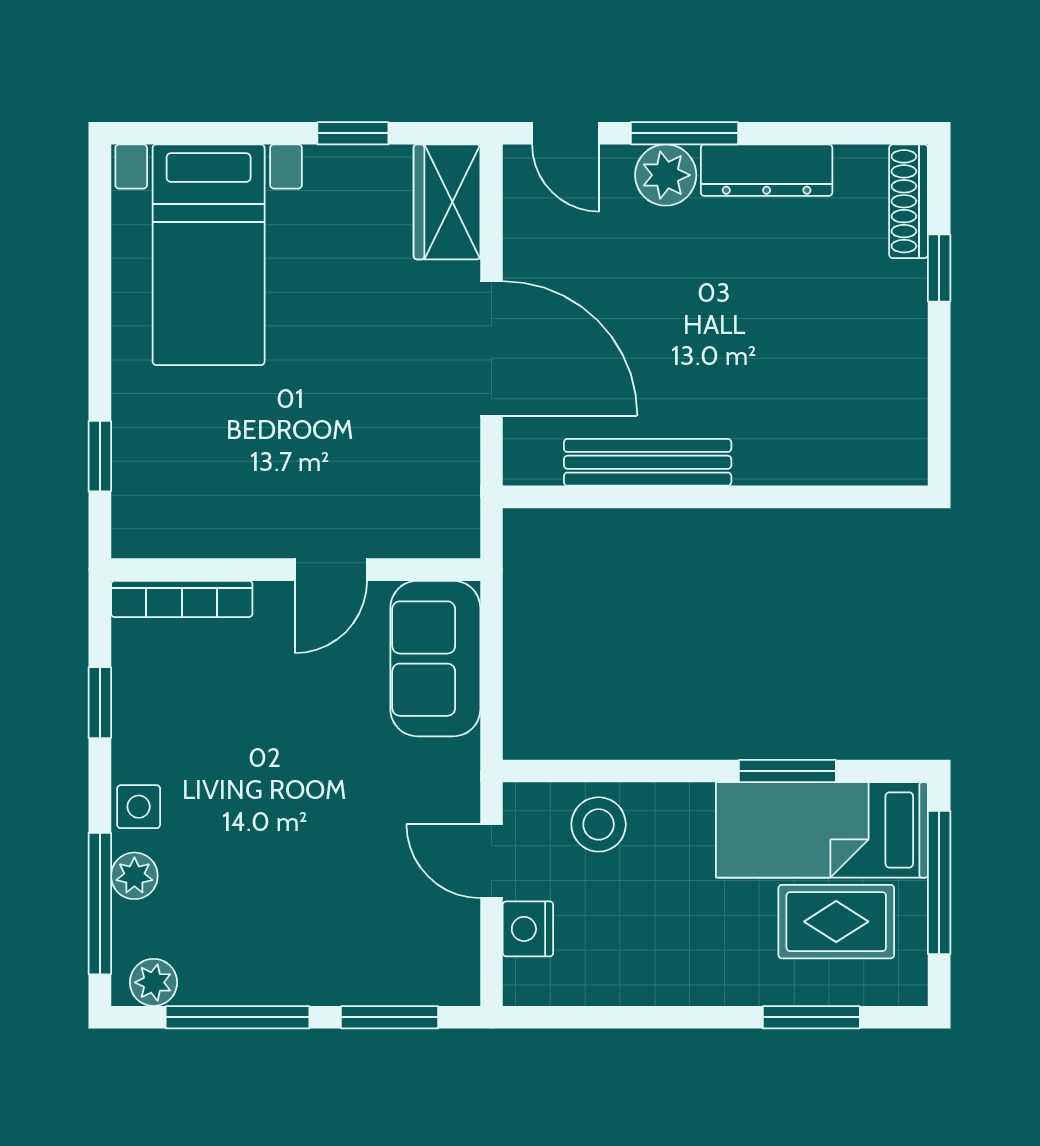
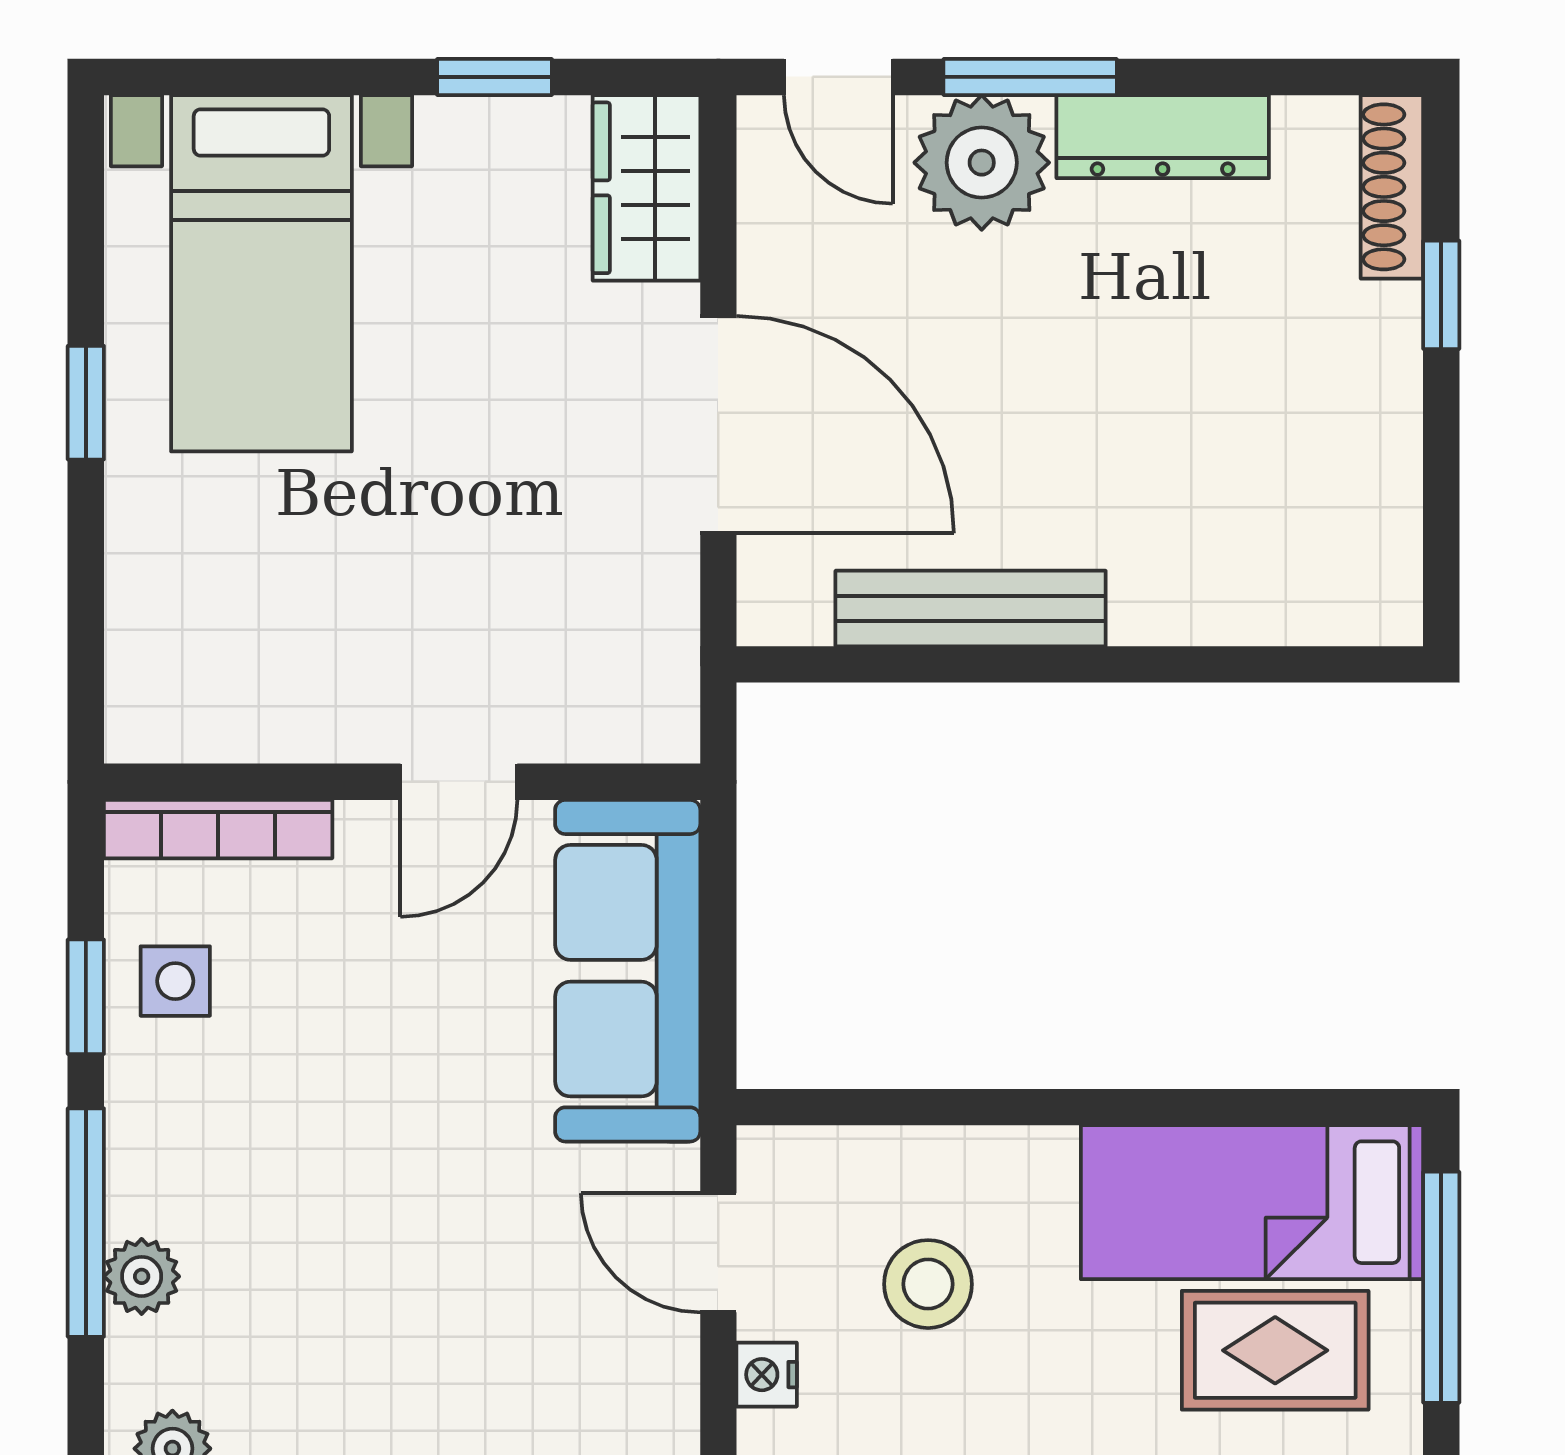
plant: (666, 175) -> (982, 163), width x1.36, depth x1.36
window: (100, 456) -> (86, 403), moved
sofa: (435, 659) -> (628, 971), width x1.36
window: (787, 771) -> (1196, 1107), removed
side table: (139, 807) -> (175, 981), moved
stool: (599, 824) -> (928, 1284), moved
window: (100, 904) -> (86, 1223), moved
nightstand: (528, 929) -> (767, 1375), width x0.72, depth x0.74

